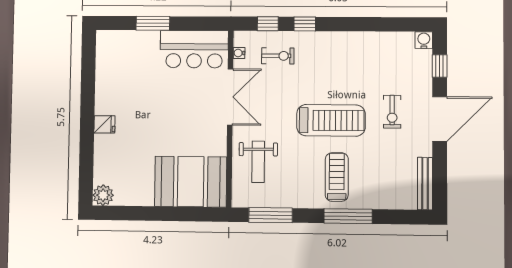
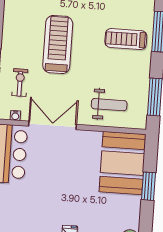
treadmill: (331, 120) -> (58, 44), moved
window: (165, 214) -> (148, 186), added

